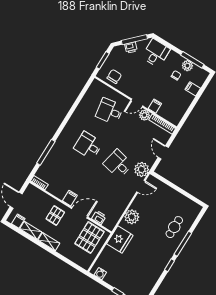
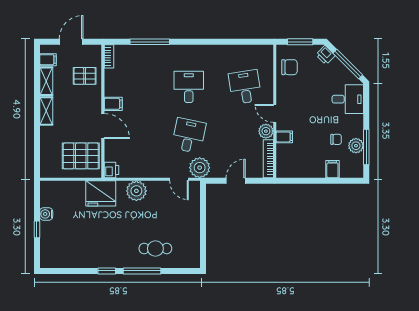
printer: (131, 48) -> (325, 55), moved
pallet: (55, 215) -> (85, 76), moved
printer: (99, 217) -> (111, 170), moved
water cooler: (100, 274) -> (46, 214), moved

